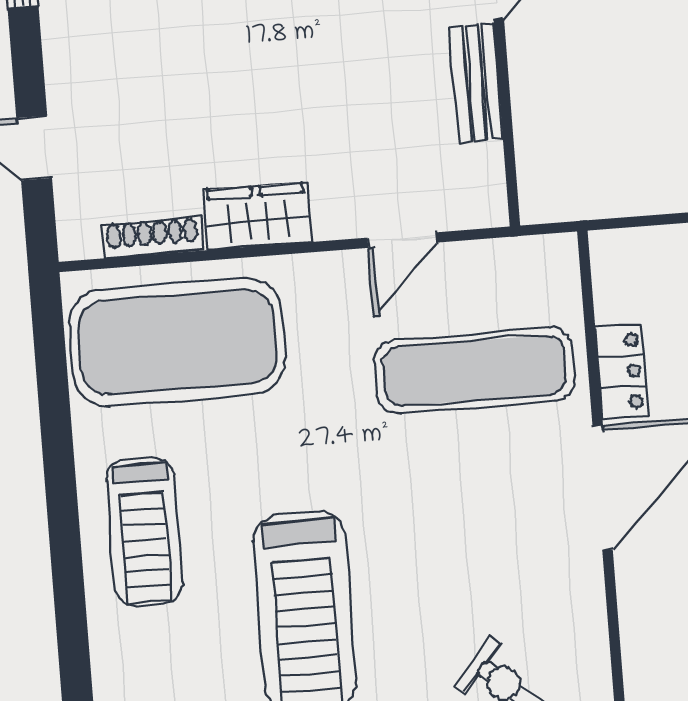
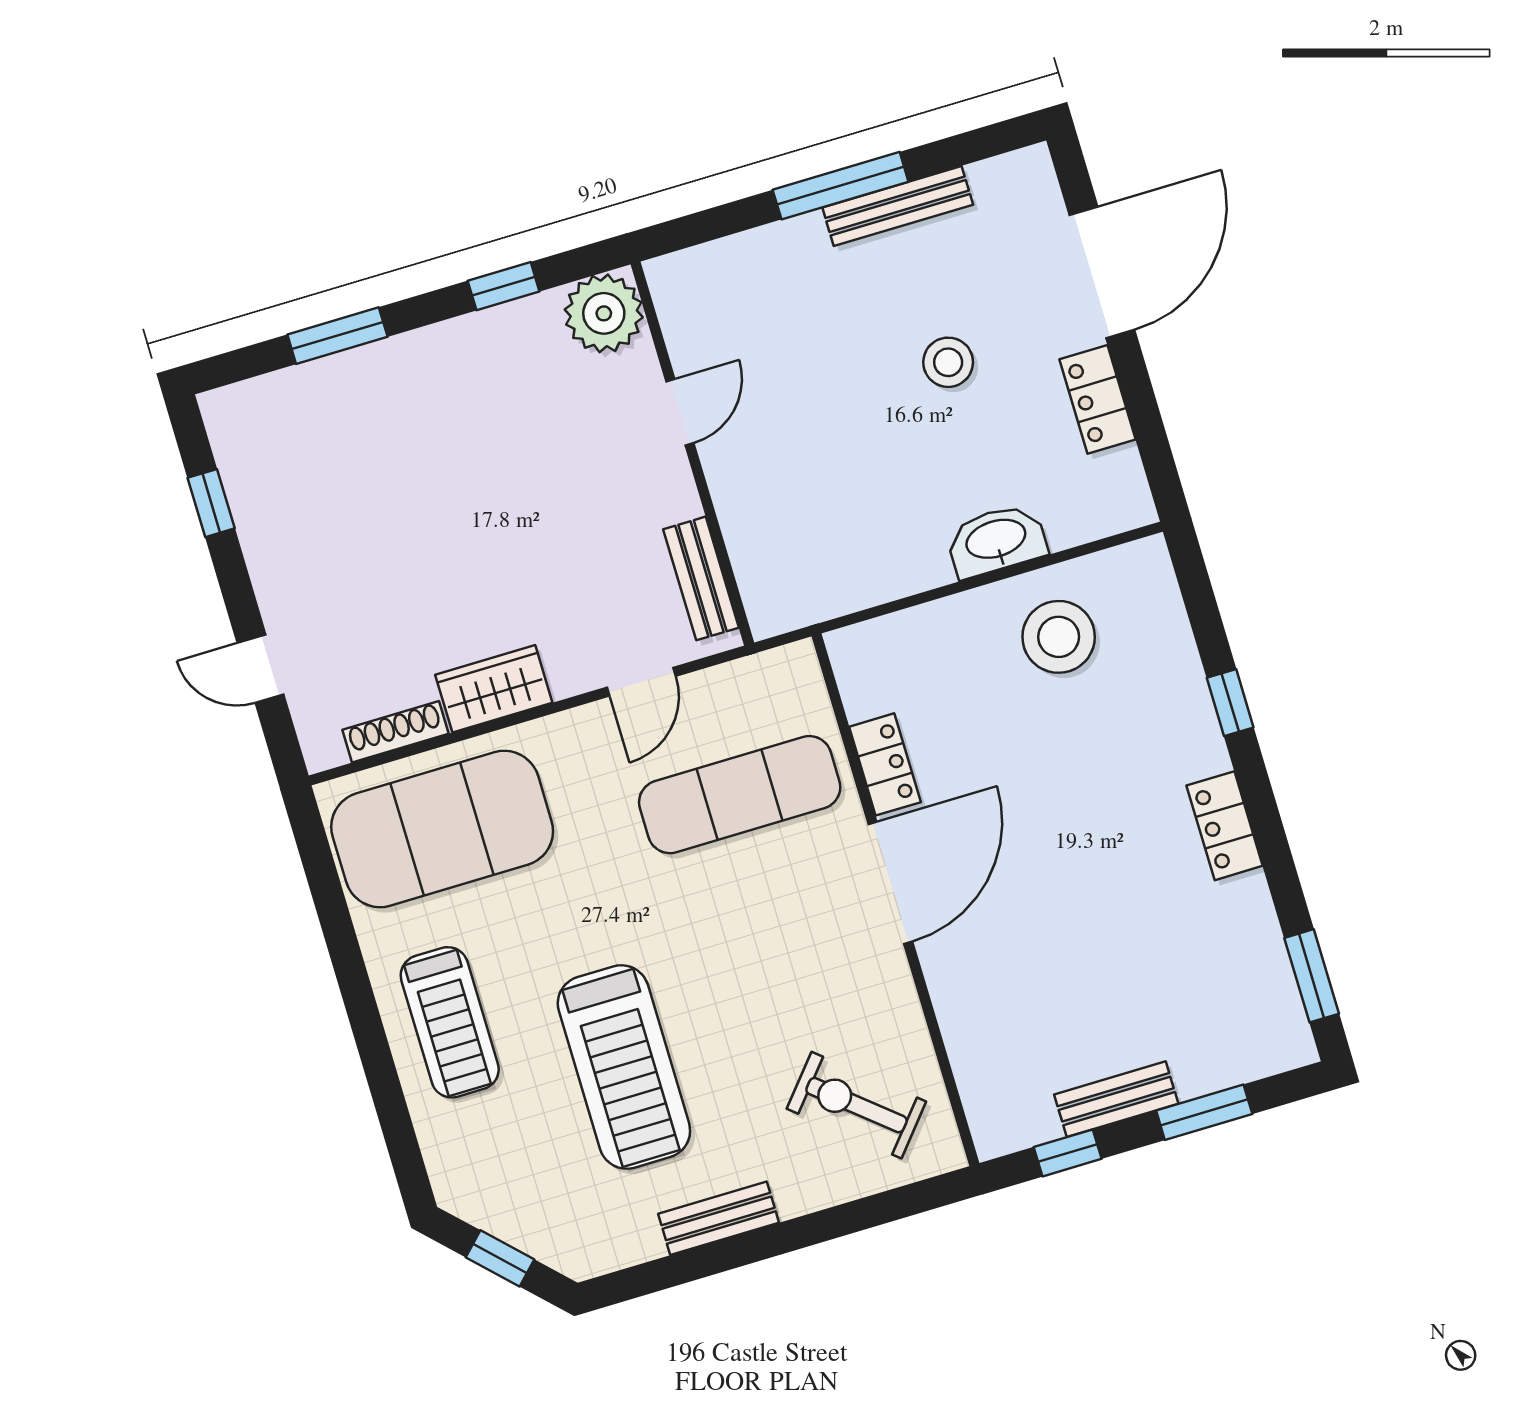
bench: (476, 83) -> (701, 578), moved

